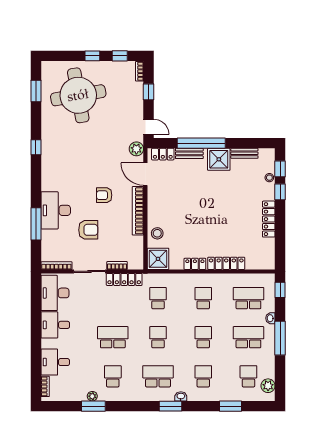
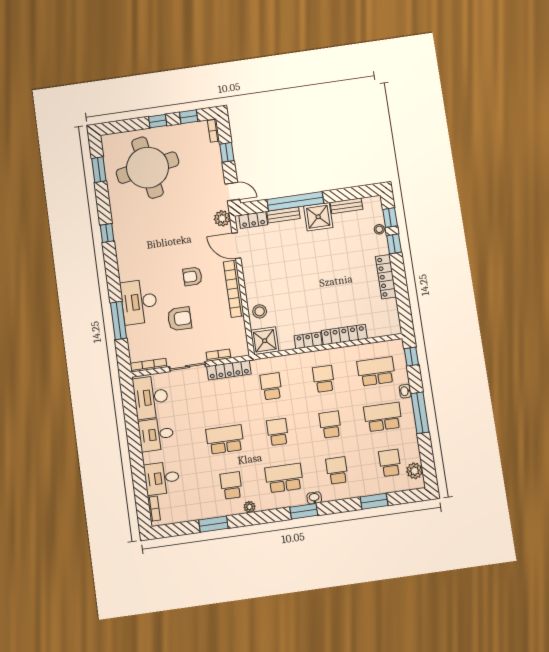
plant: (92, 396) -> (250, 507), moved

